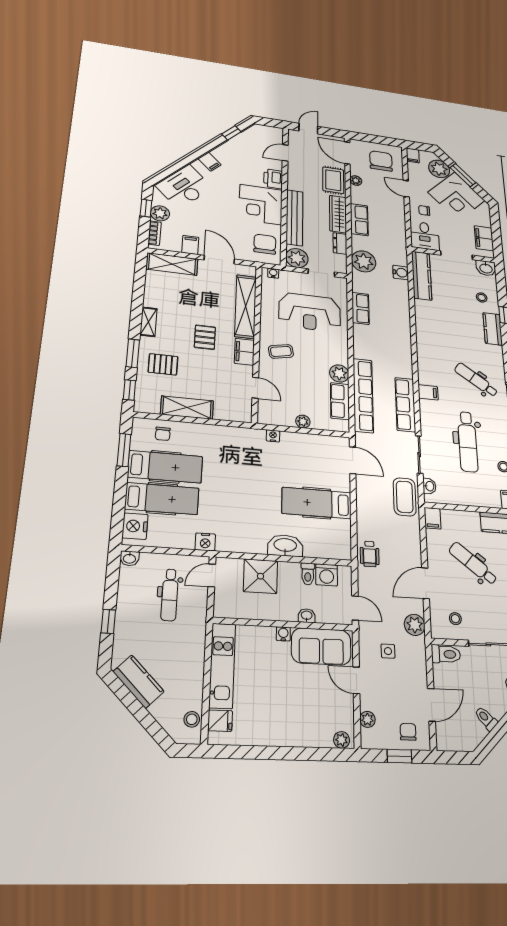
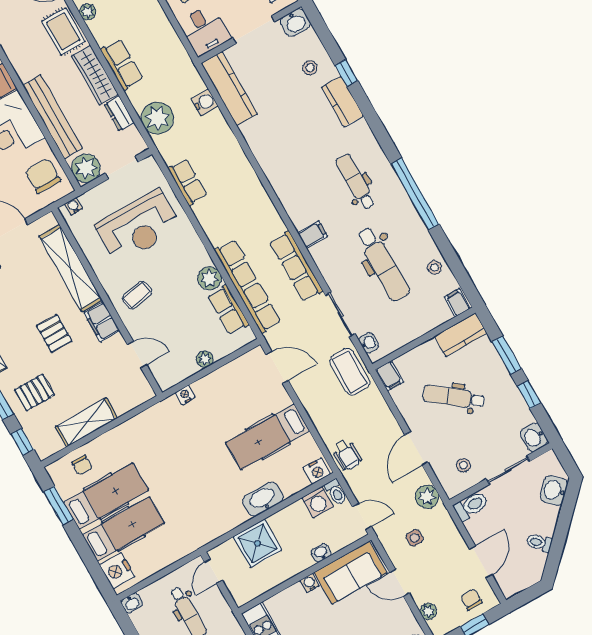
dental chair: (476, 380) -> (356, 182), turned 56
nightstand: (205, 542) -> (317, 471), moved
toilet: (308, 574) -> (336, 492), moved

